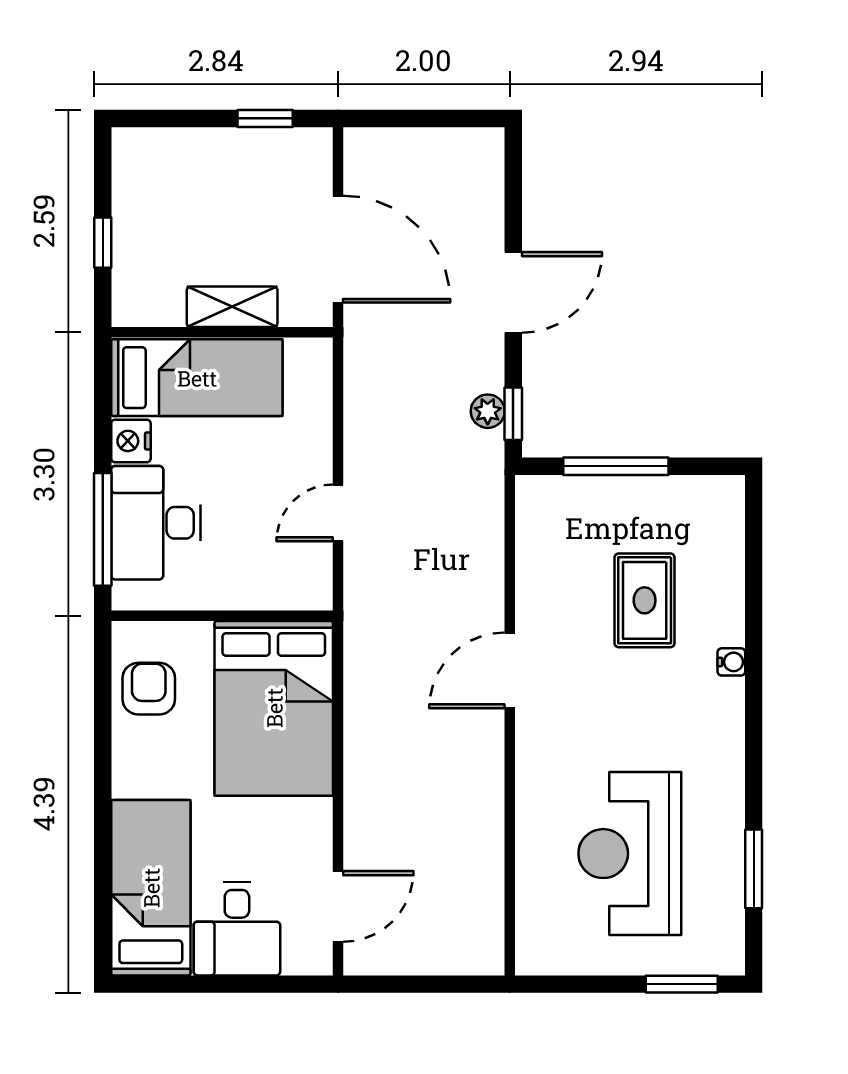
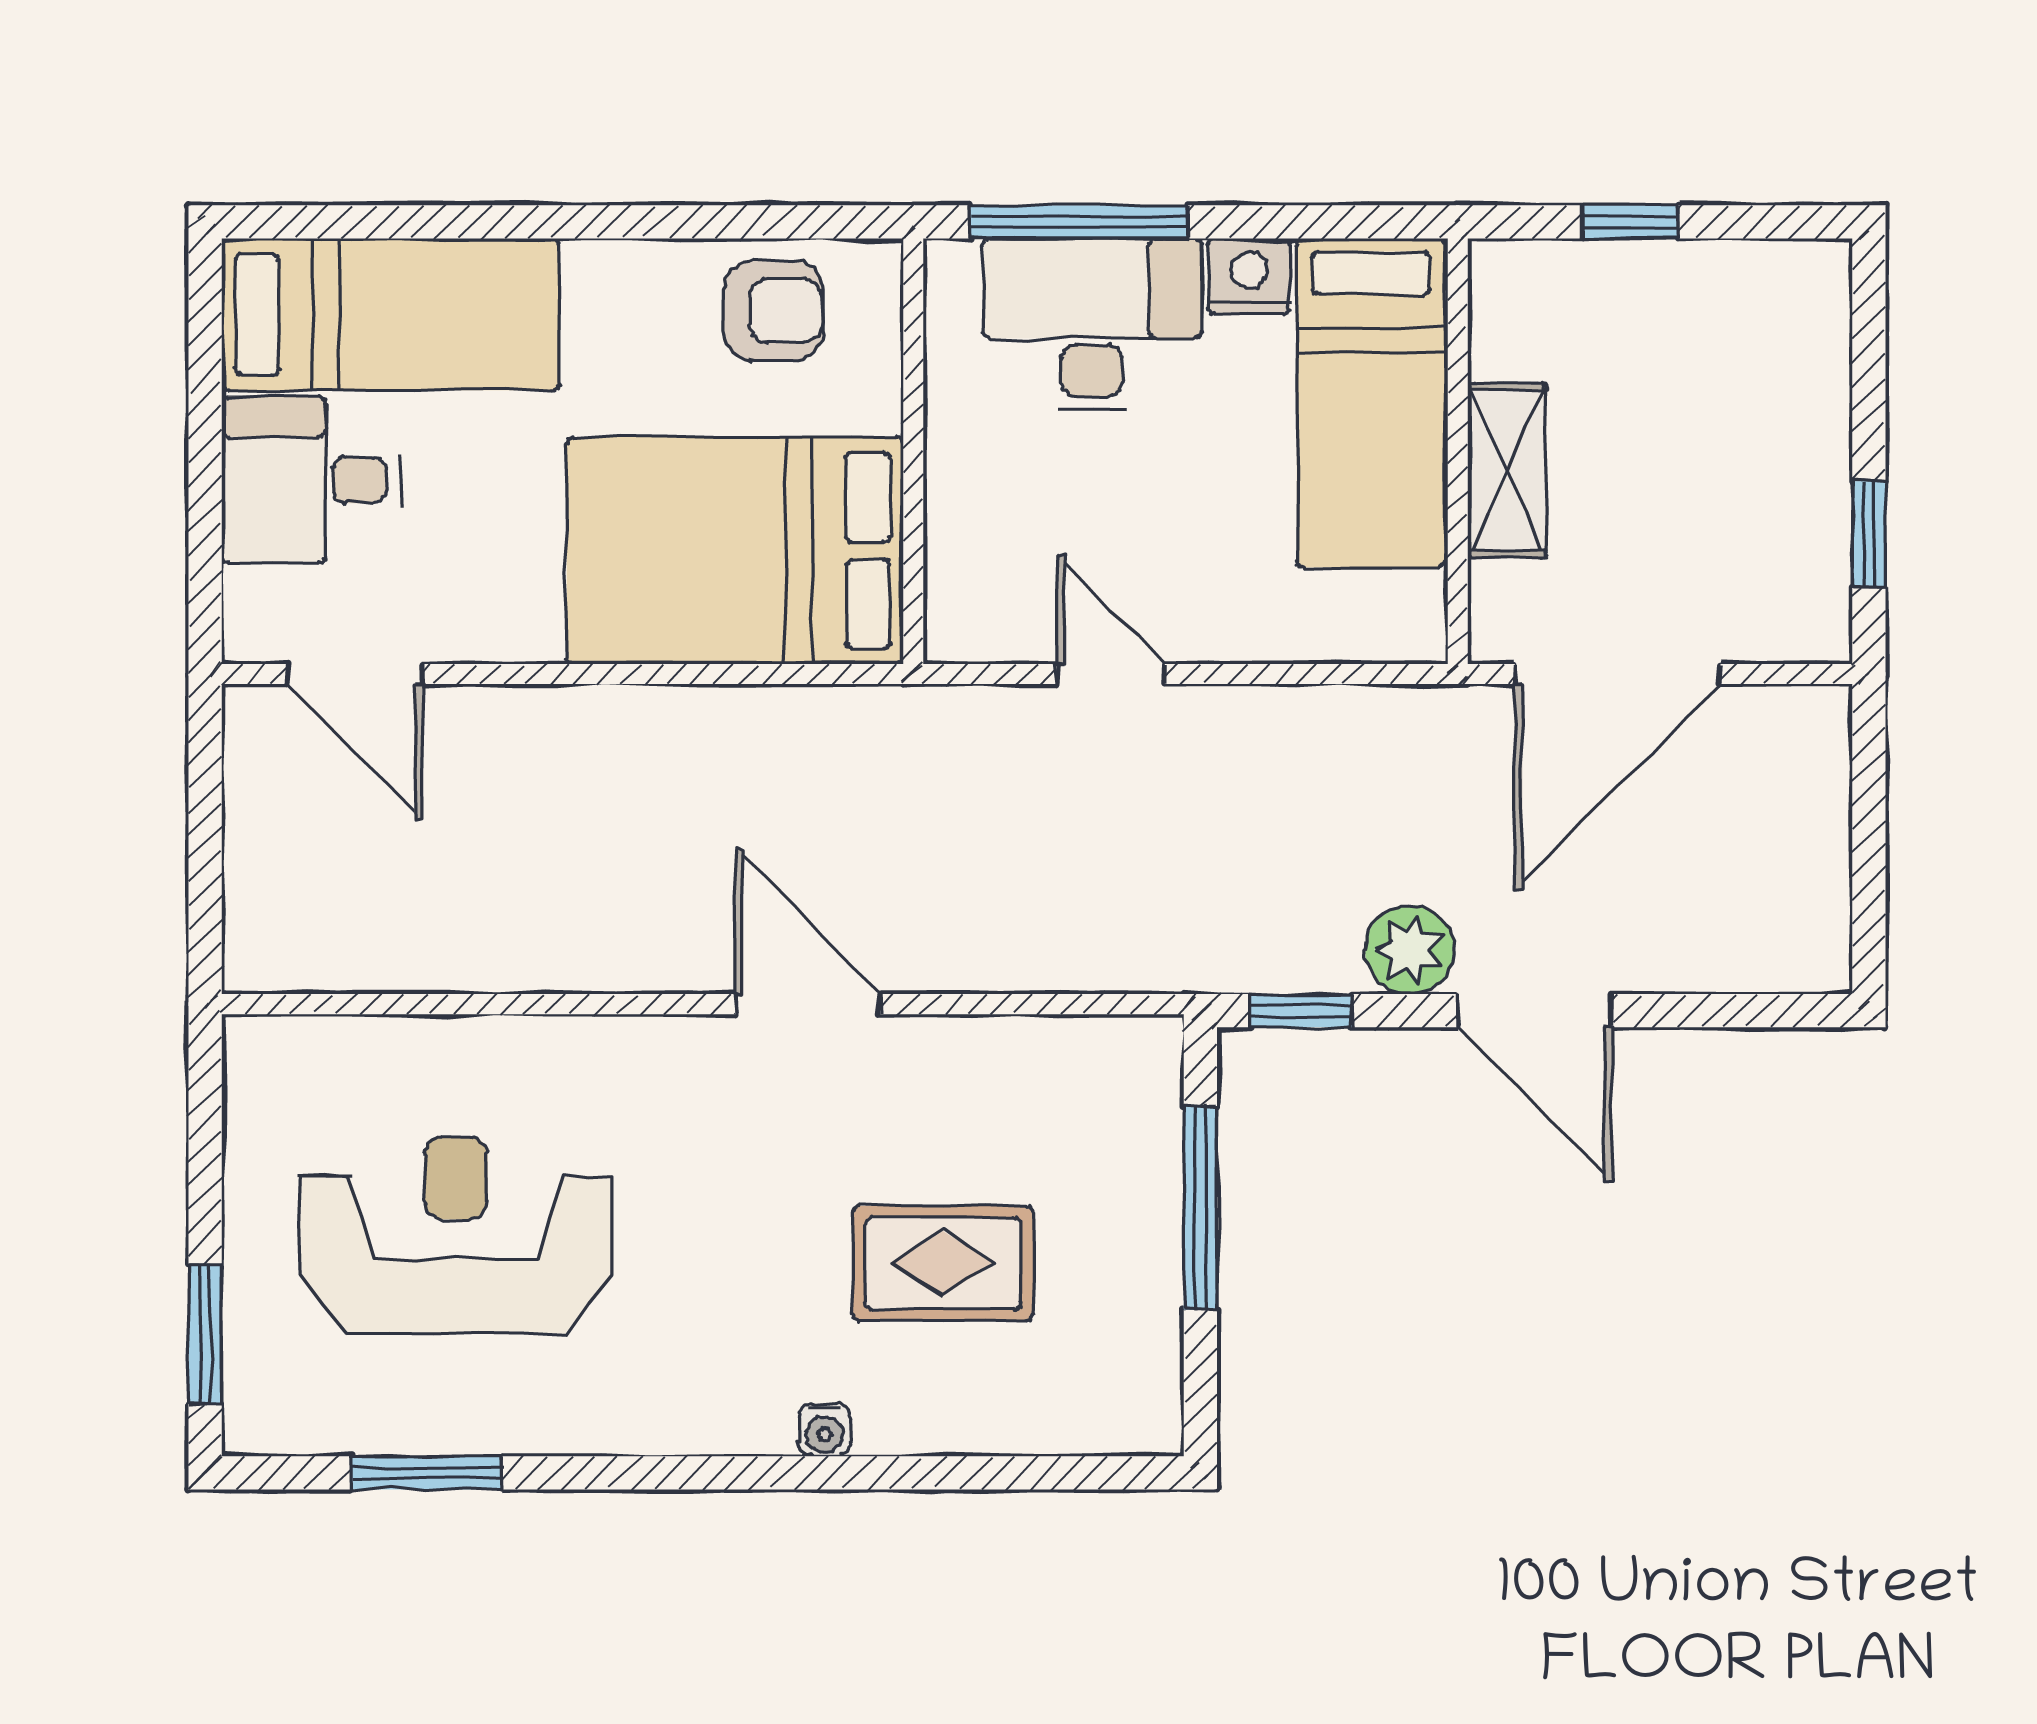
plant: (488, 411) -> (1410, 950), moved, width x1.38, depth x1.38

